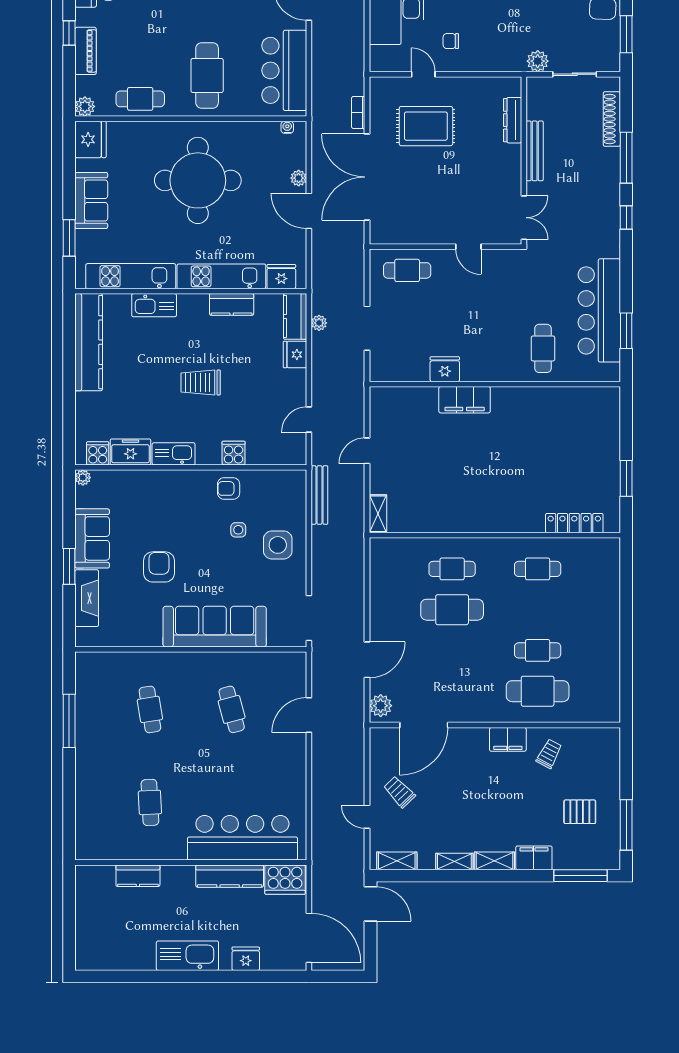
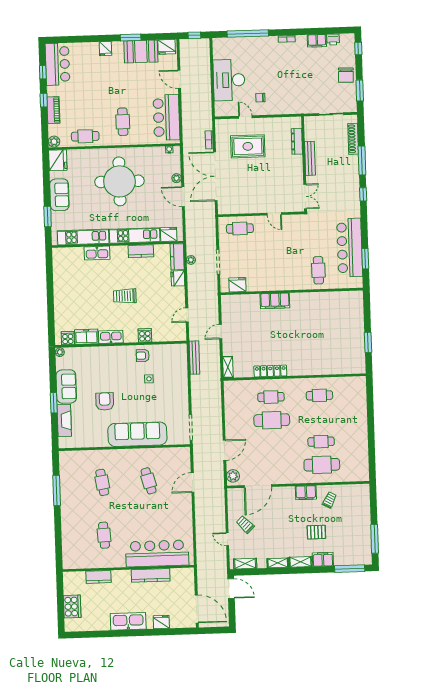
plant: (538, 61) -> (310, 107), removed
cafe table: (207, 75) -> (123, 122), width x0.73, depth x0.74
kitchen counter: (89, 342) -> (61, 275), removed
fridge: (445, 369) -> (237, 285), moved
locker: (574, 523) -> (270, 371), moved
side table: (278, 545) -> (172, 387), removed
pallet: (580, 812) -> (316, 532), moved
cooker: (285, 880) -> (72, 607), moved, turned -90

